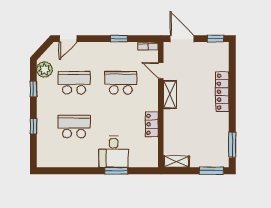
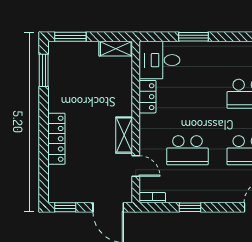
desk: (114, 152) -> (159, 60), moved, turned -90

